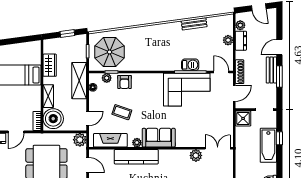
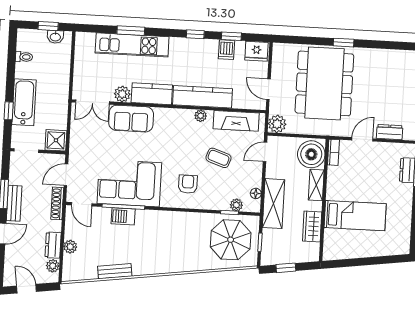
armchair: (124, 82) -> (188, 184), moved
sofa: (159, 138) -> (131, 119), moved
kitchen counter: (174, 157) -> (152, 94), added

